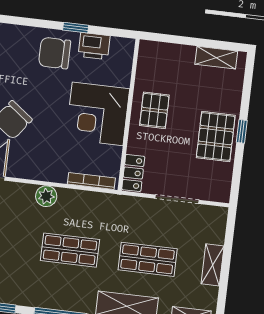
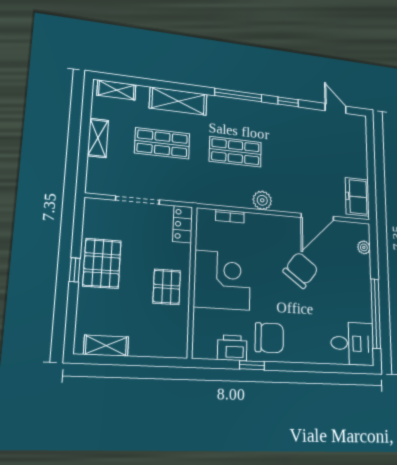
bookcase: (91, 181) -> (230, 216), width x0.64

